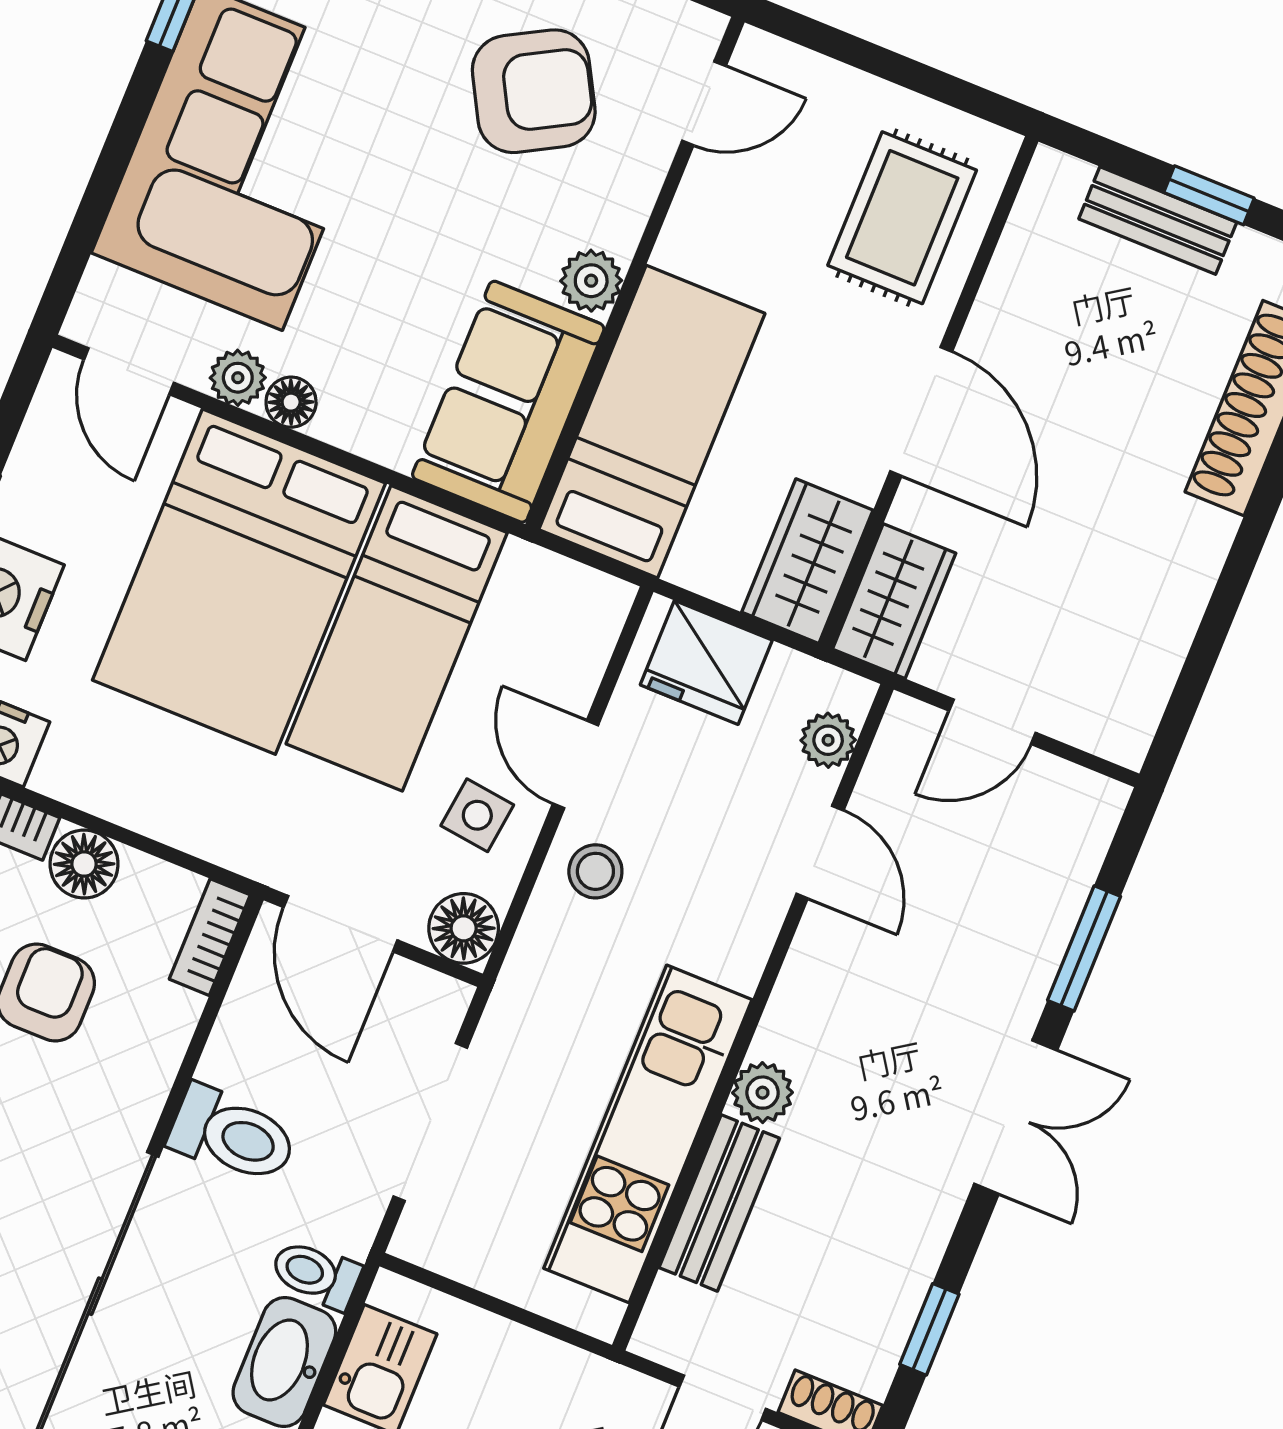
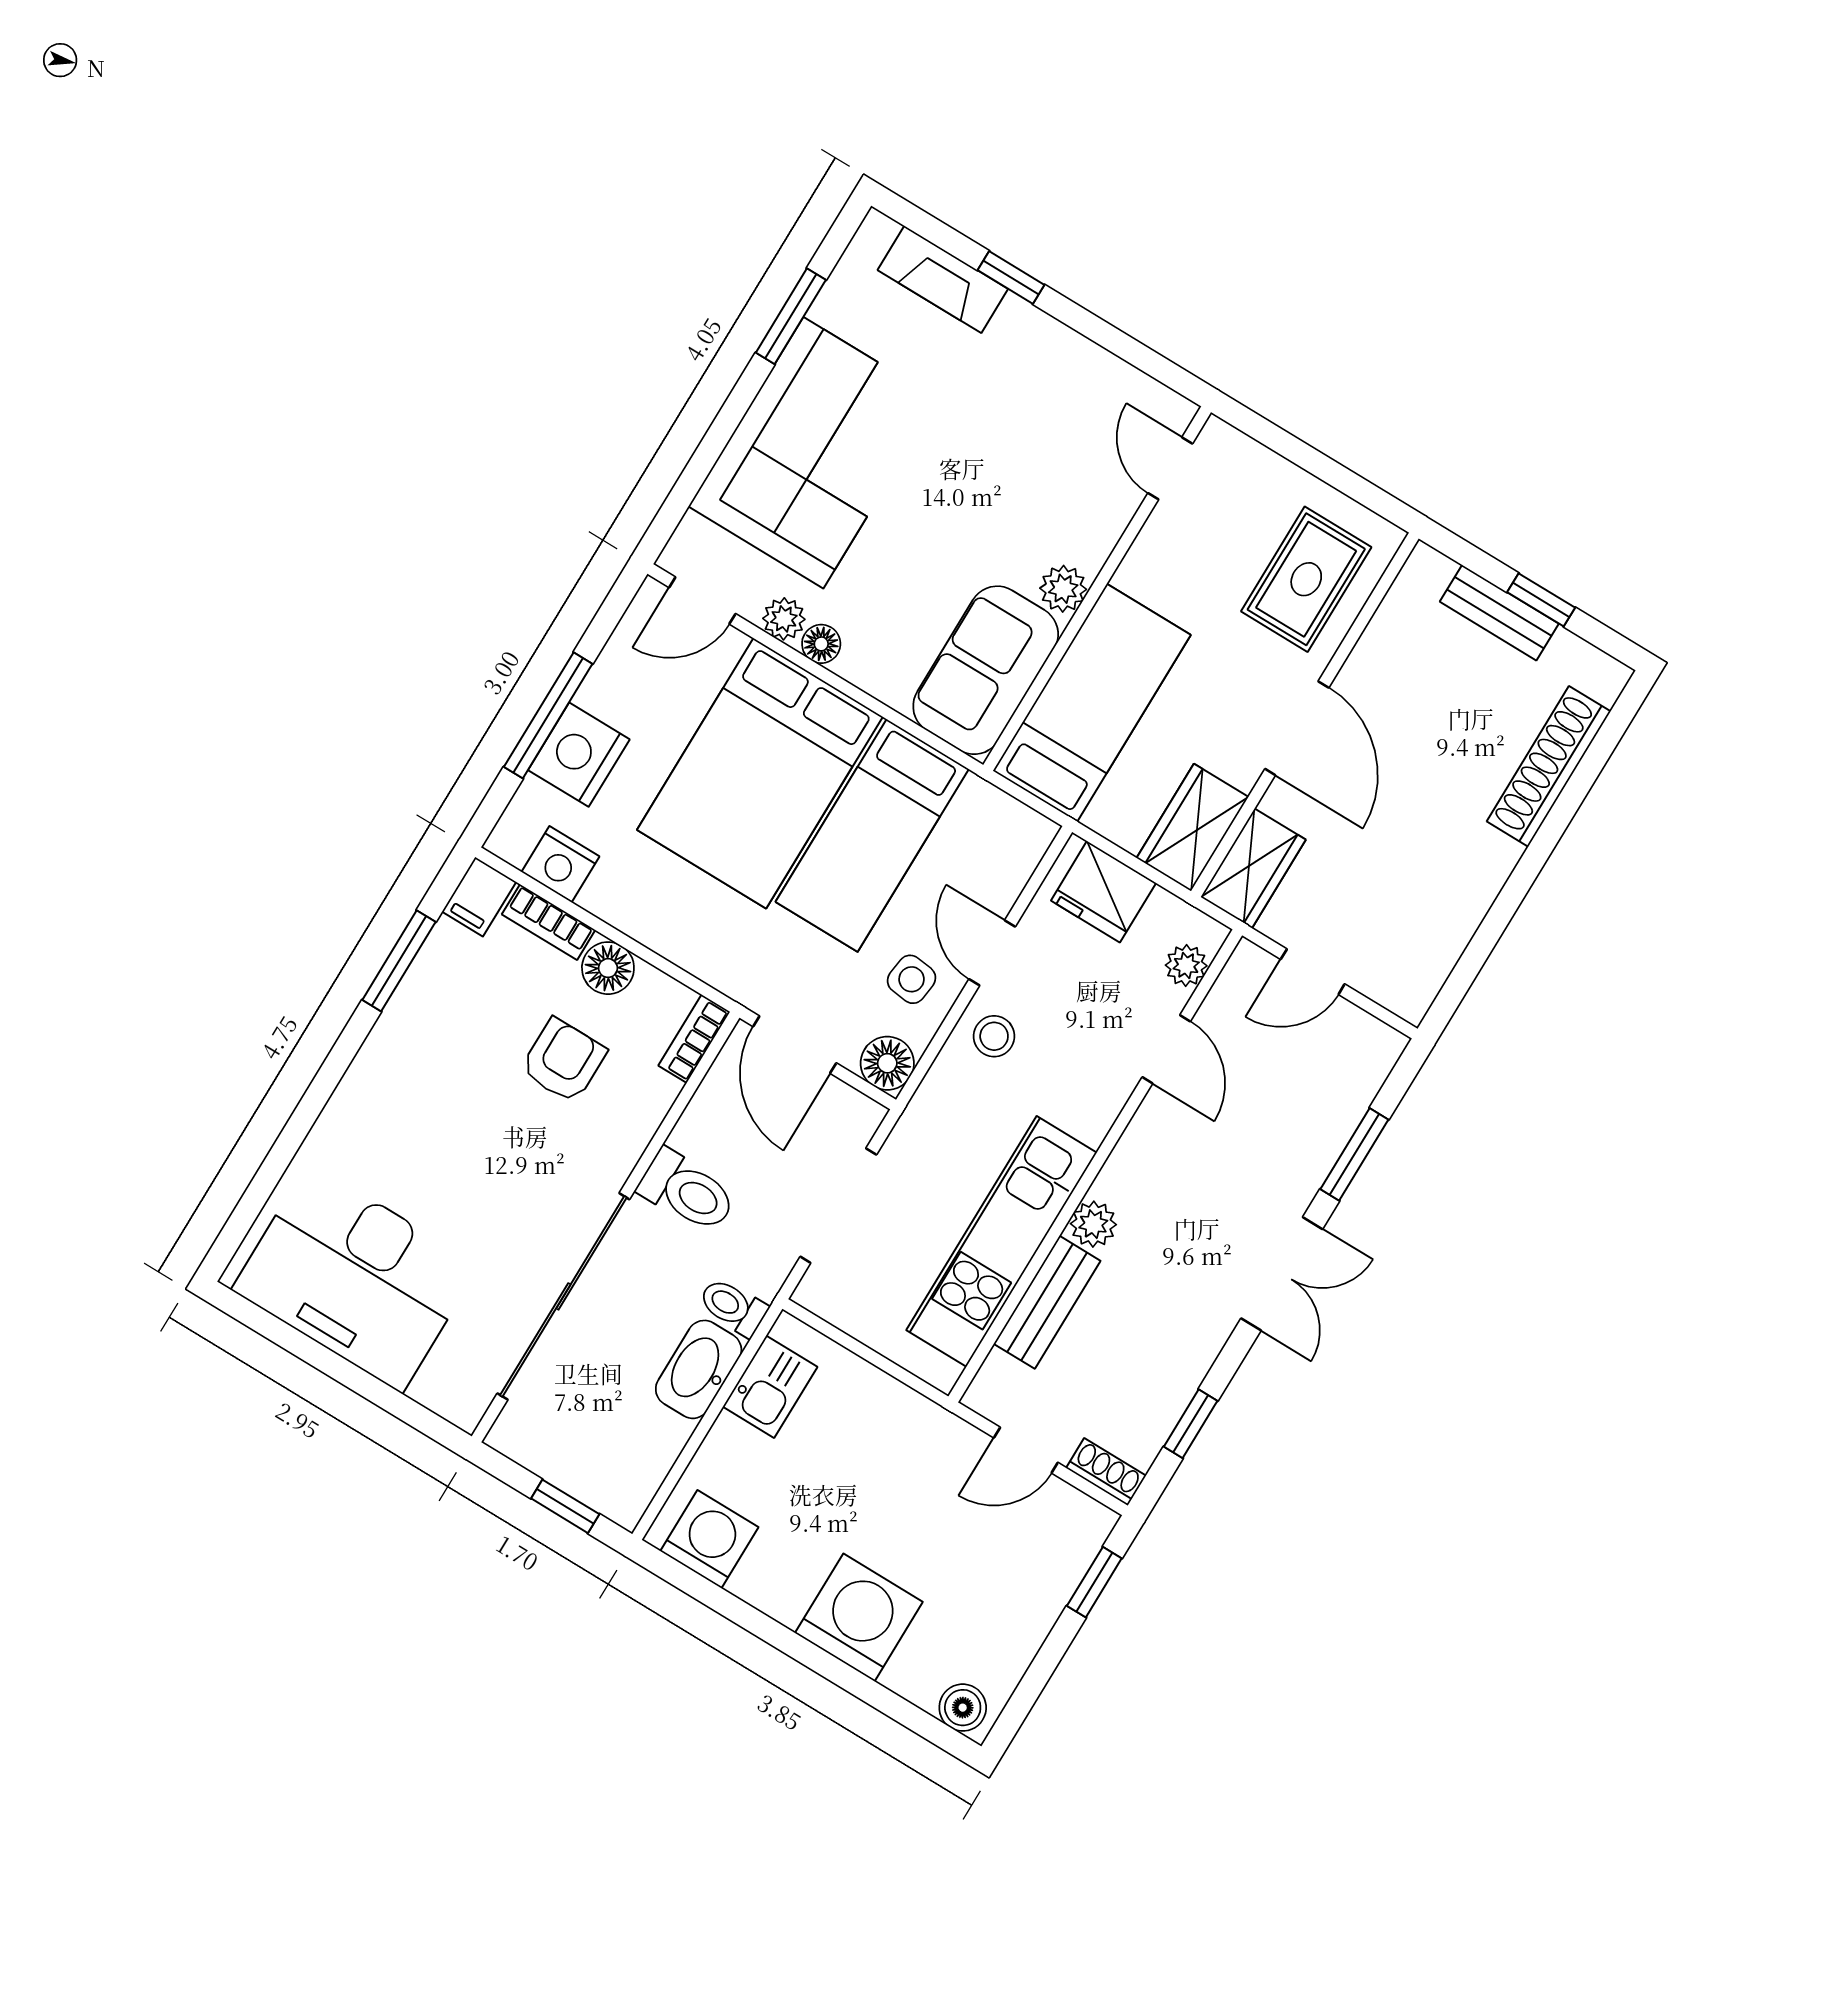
armchair: (534, 91) -> (1043, 438), removed
door: (704, 103) -> (1170, 468), swing flipped
door: (129, 371) -> (702, 601), hinge flipped

